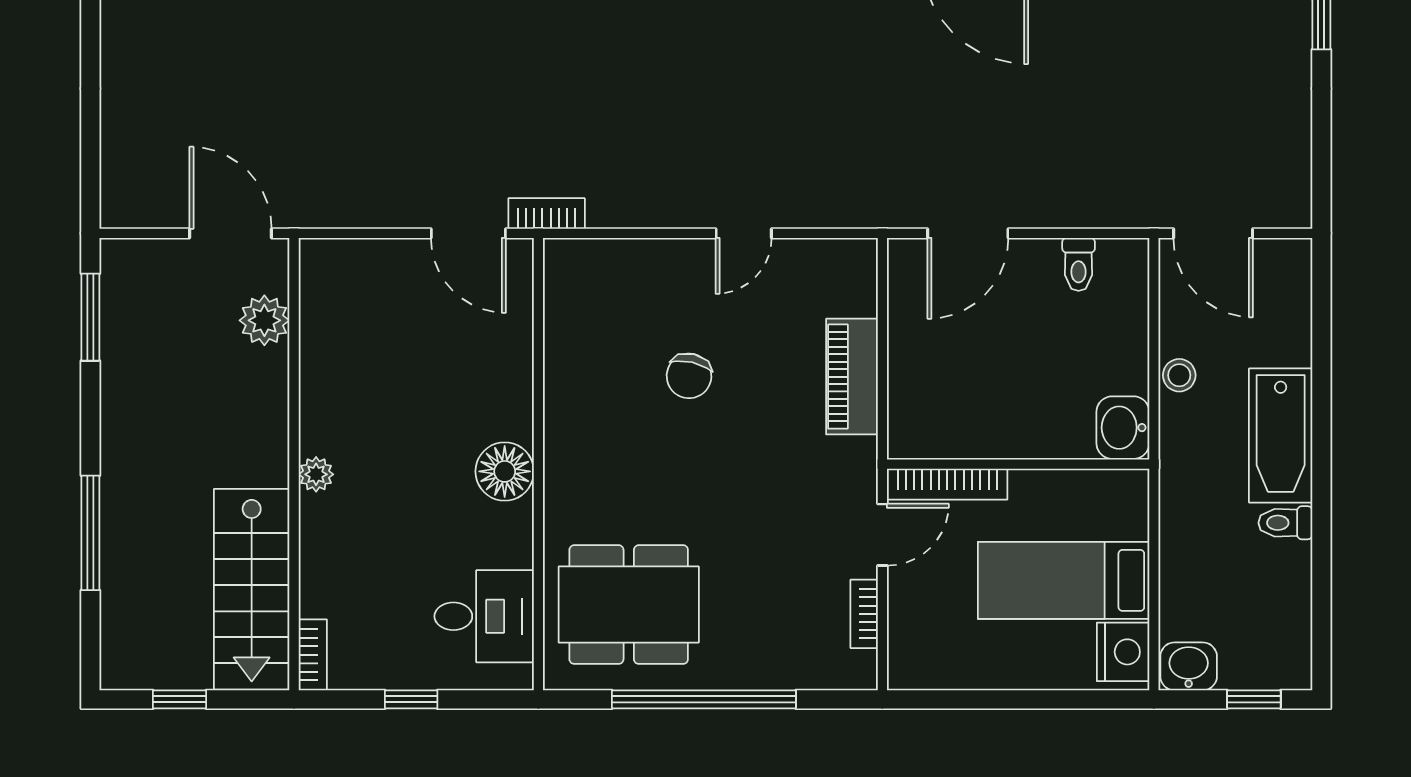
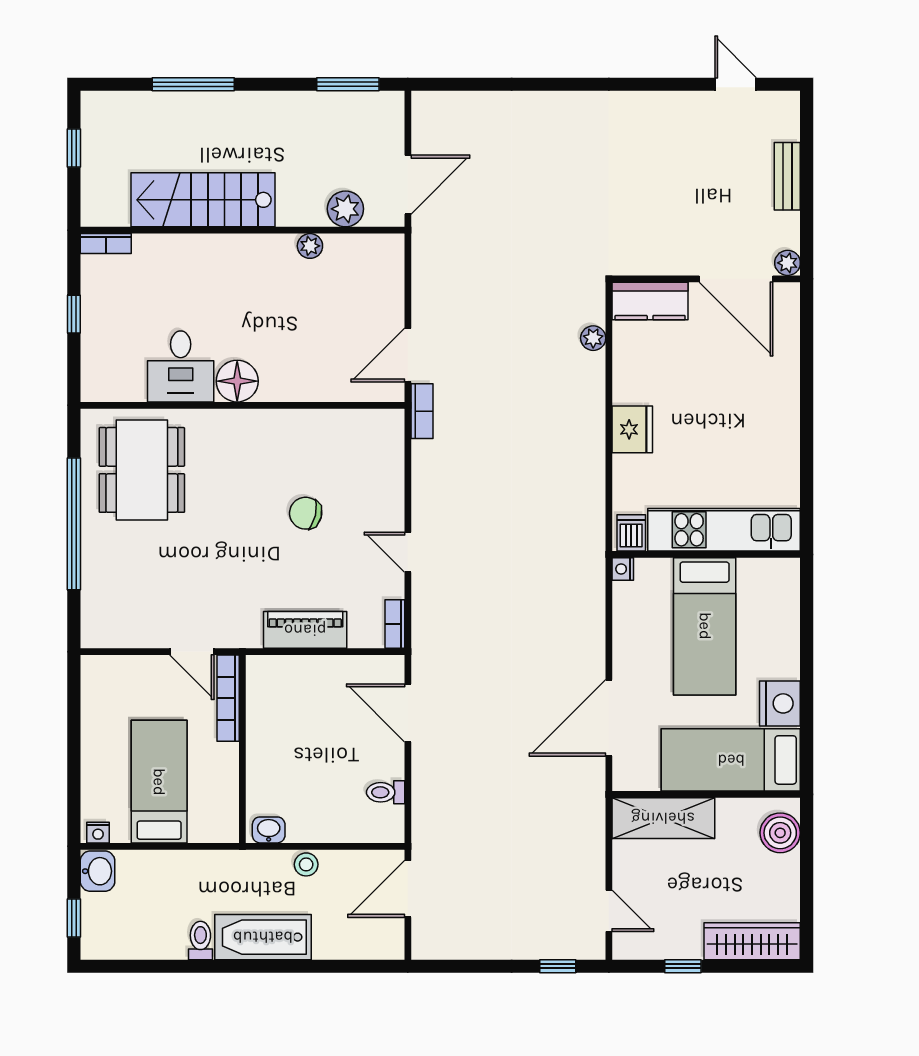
washbasin: (1123, 428) -> (269, 830), width x0.72, depth x0.69
plant: (316, 474) -> (310, 246), moved
stairs: (252, 589) -> (203, 200), moved
bookcase: (864, 614) -> (395, 624), moved, turned -90
desk: (484, 616) -> (181, 366), moved
nightstand: (1123, 652) -> (98, 833), width x0.53, depth x0.56

